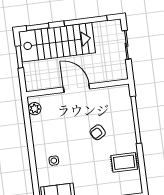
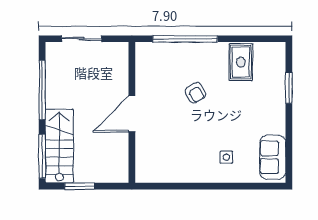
window: (38, 27) -> (42, 156), width x1.44
stairs: (57, 42) -> (59, 146), width x0.73, depth x0.66
plant: (35, 109) -> (153, 174), removed

